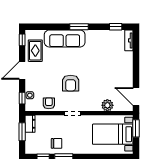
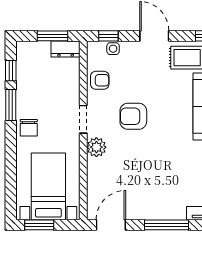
window: (136, 63) -> (167, 225), added
plant: (107, 105) -> (96, 147), moved
window: (136, 128) -> (39, 225), moved
chair: (57, 143) -> (29, 128), moved

